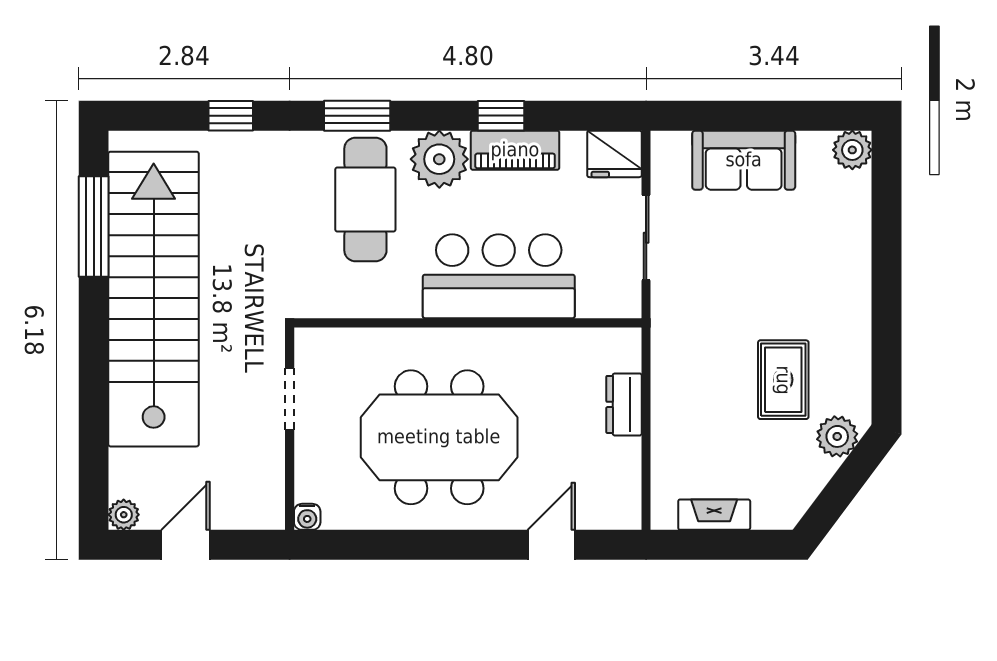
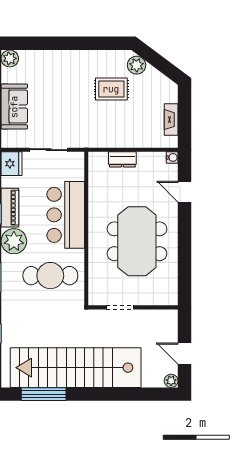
cafe table: (365, 200) -> (50, 276), moved
water cooler: (307, 517) -> (172, 157), moved

